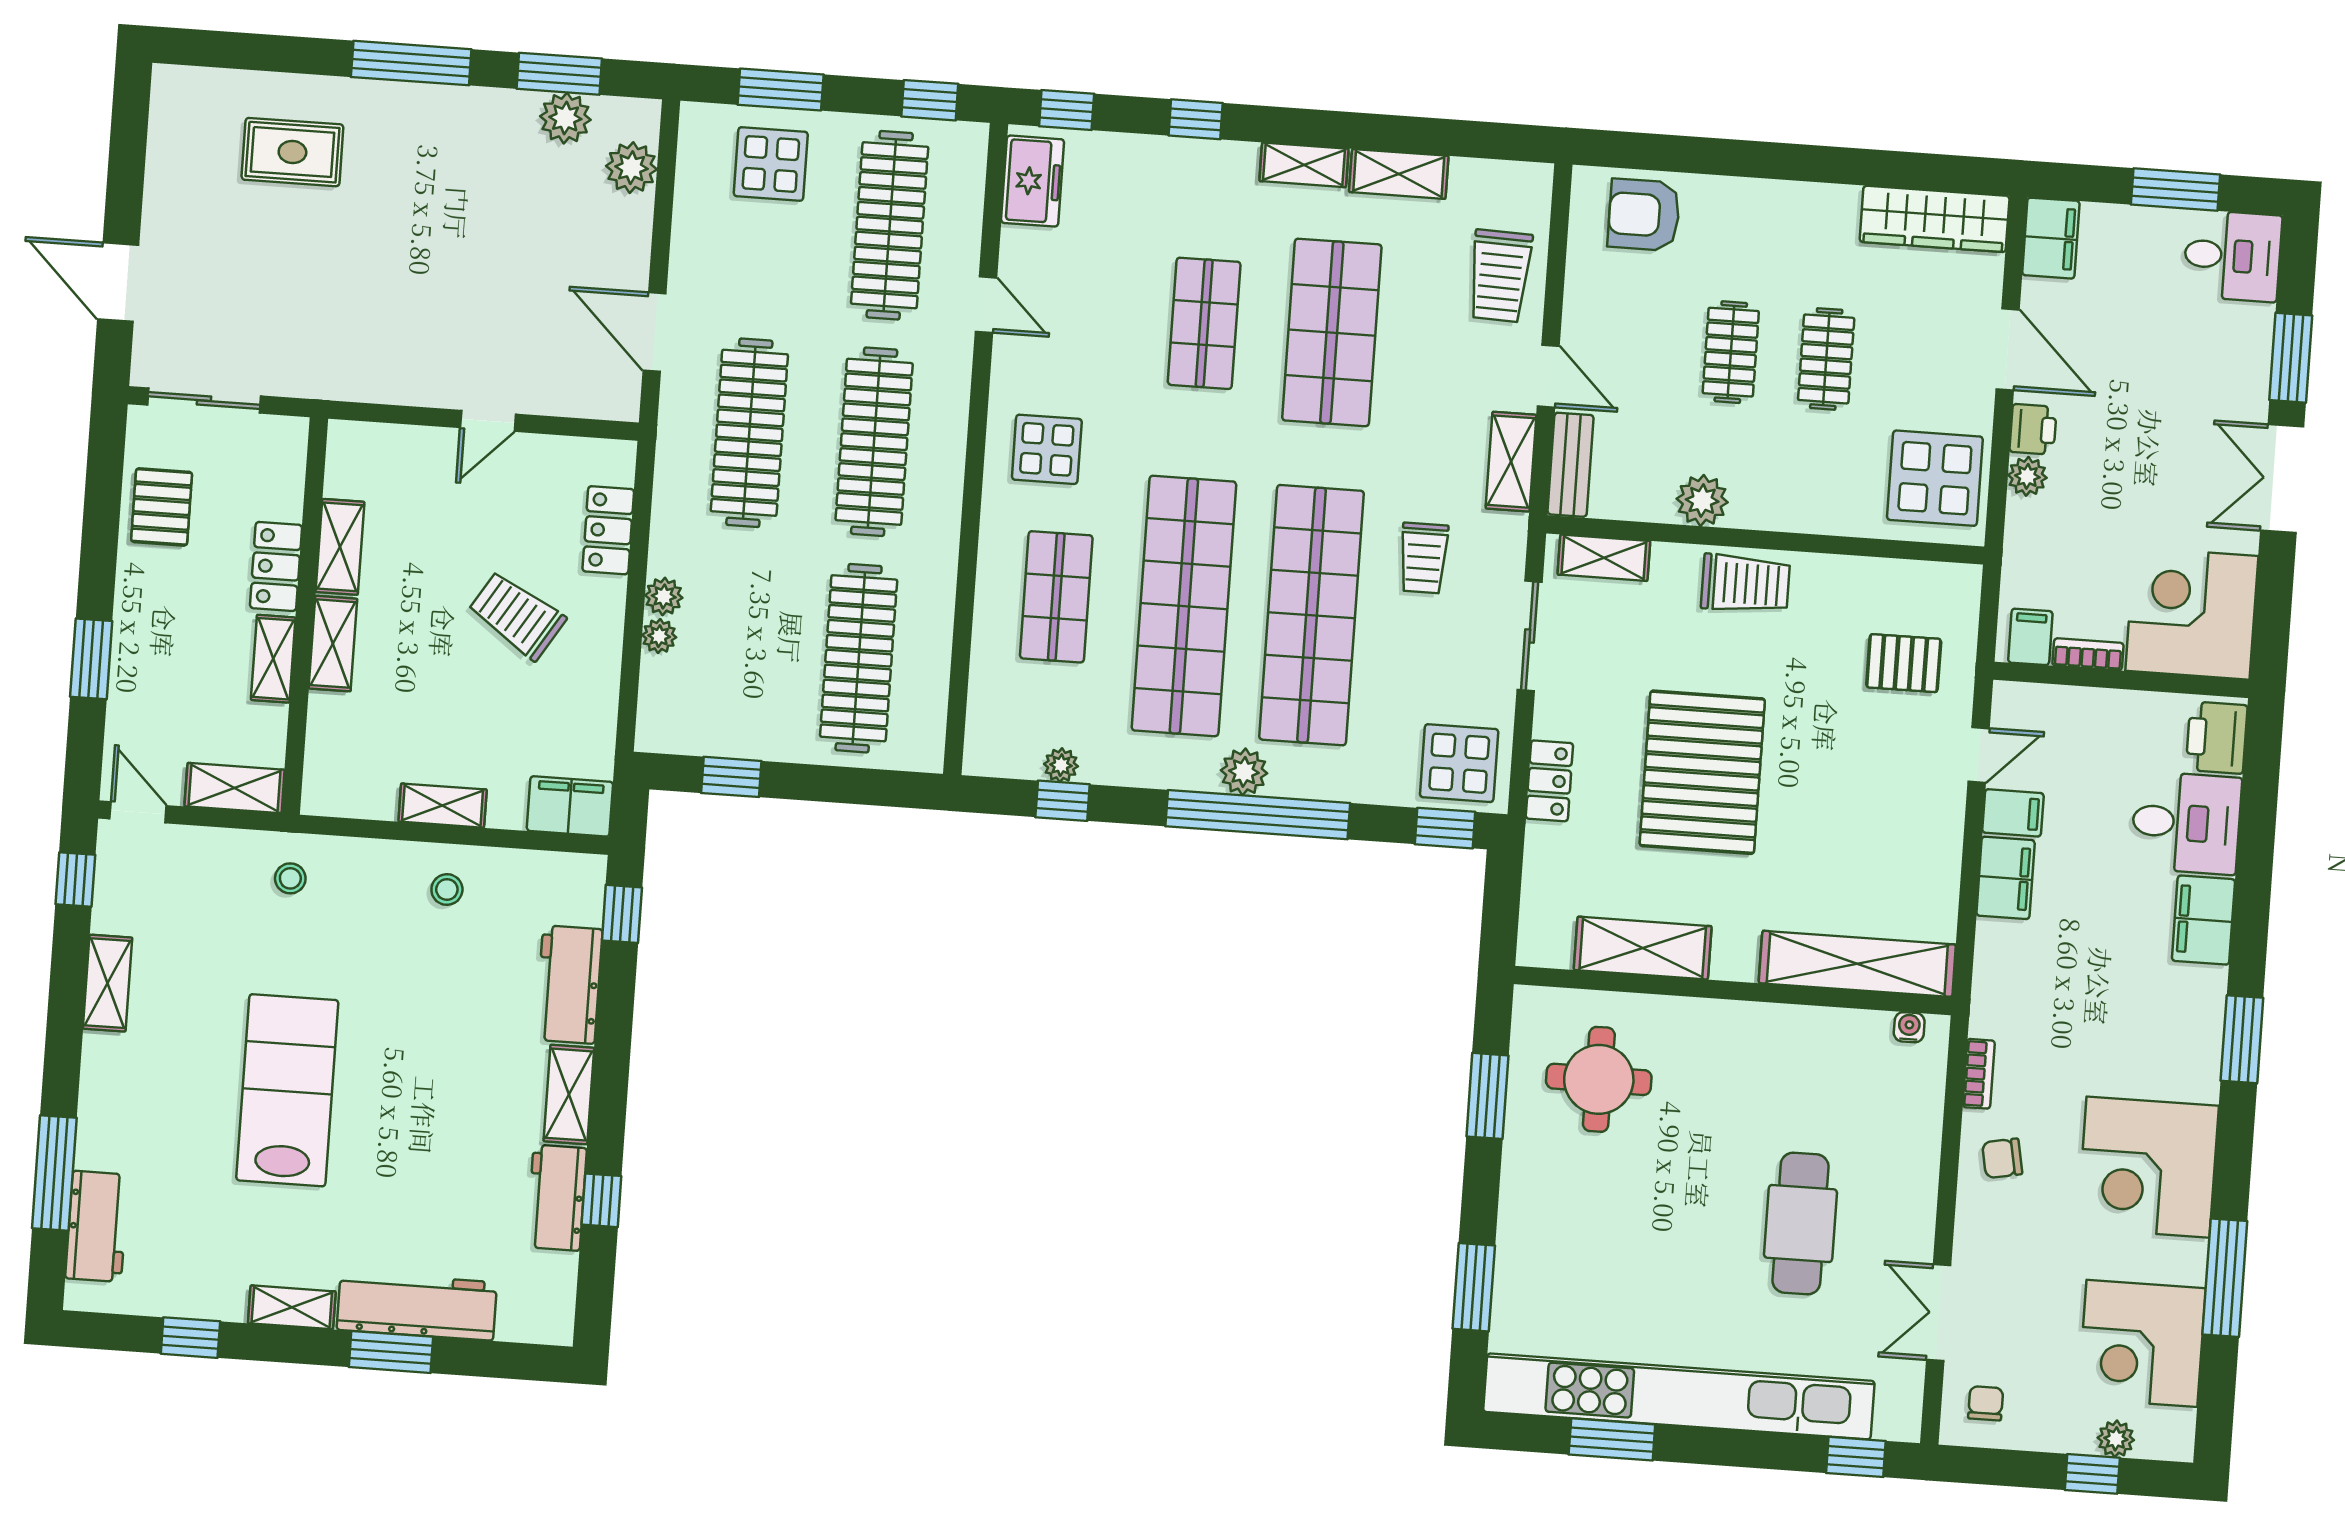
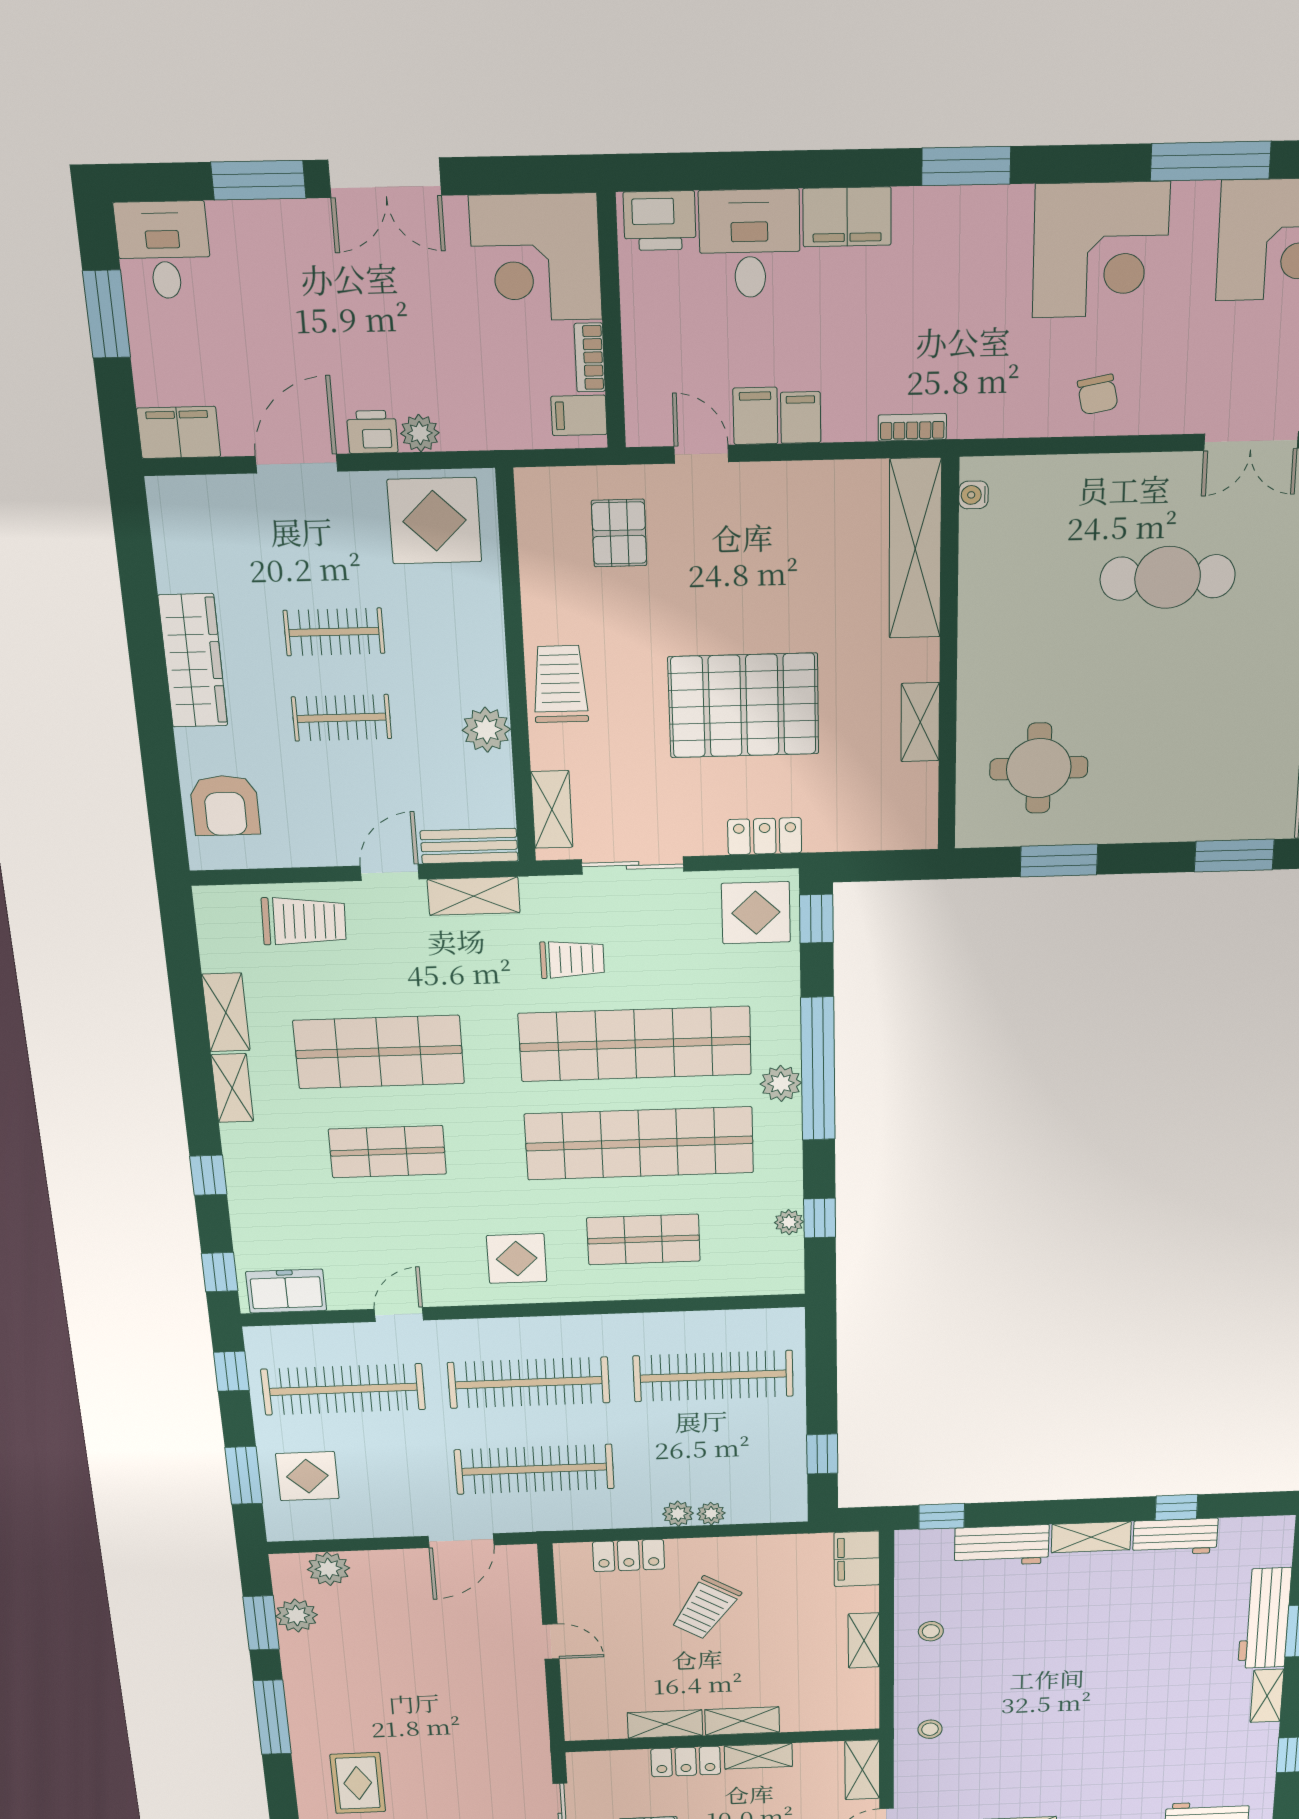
wardrobe: (1935, 219) -> (193, 661), moved
filing cabinet: (2006, 878) -> (801, 418), width x0.50
shelving: (1643, 948) -> (920, 722), width x0.67, depth x0.75
bookcase: (1979, 1074) -> (912, 427), moved
lab bench: (287, 1090) -> (1097, 1715), removed

